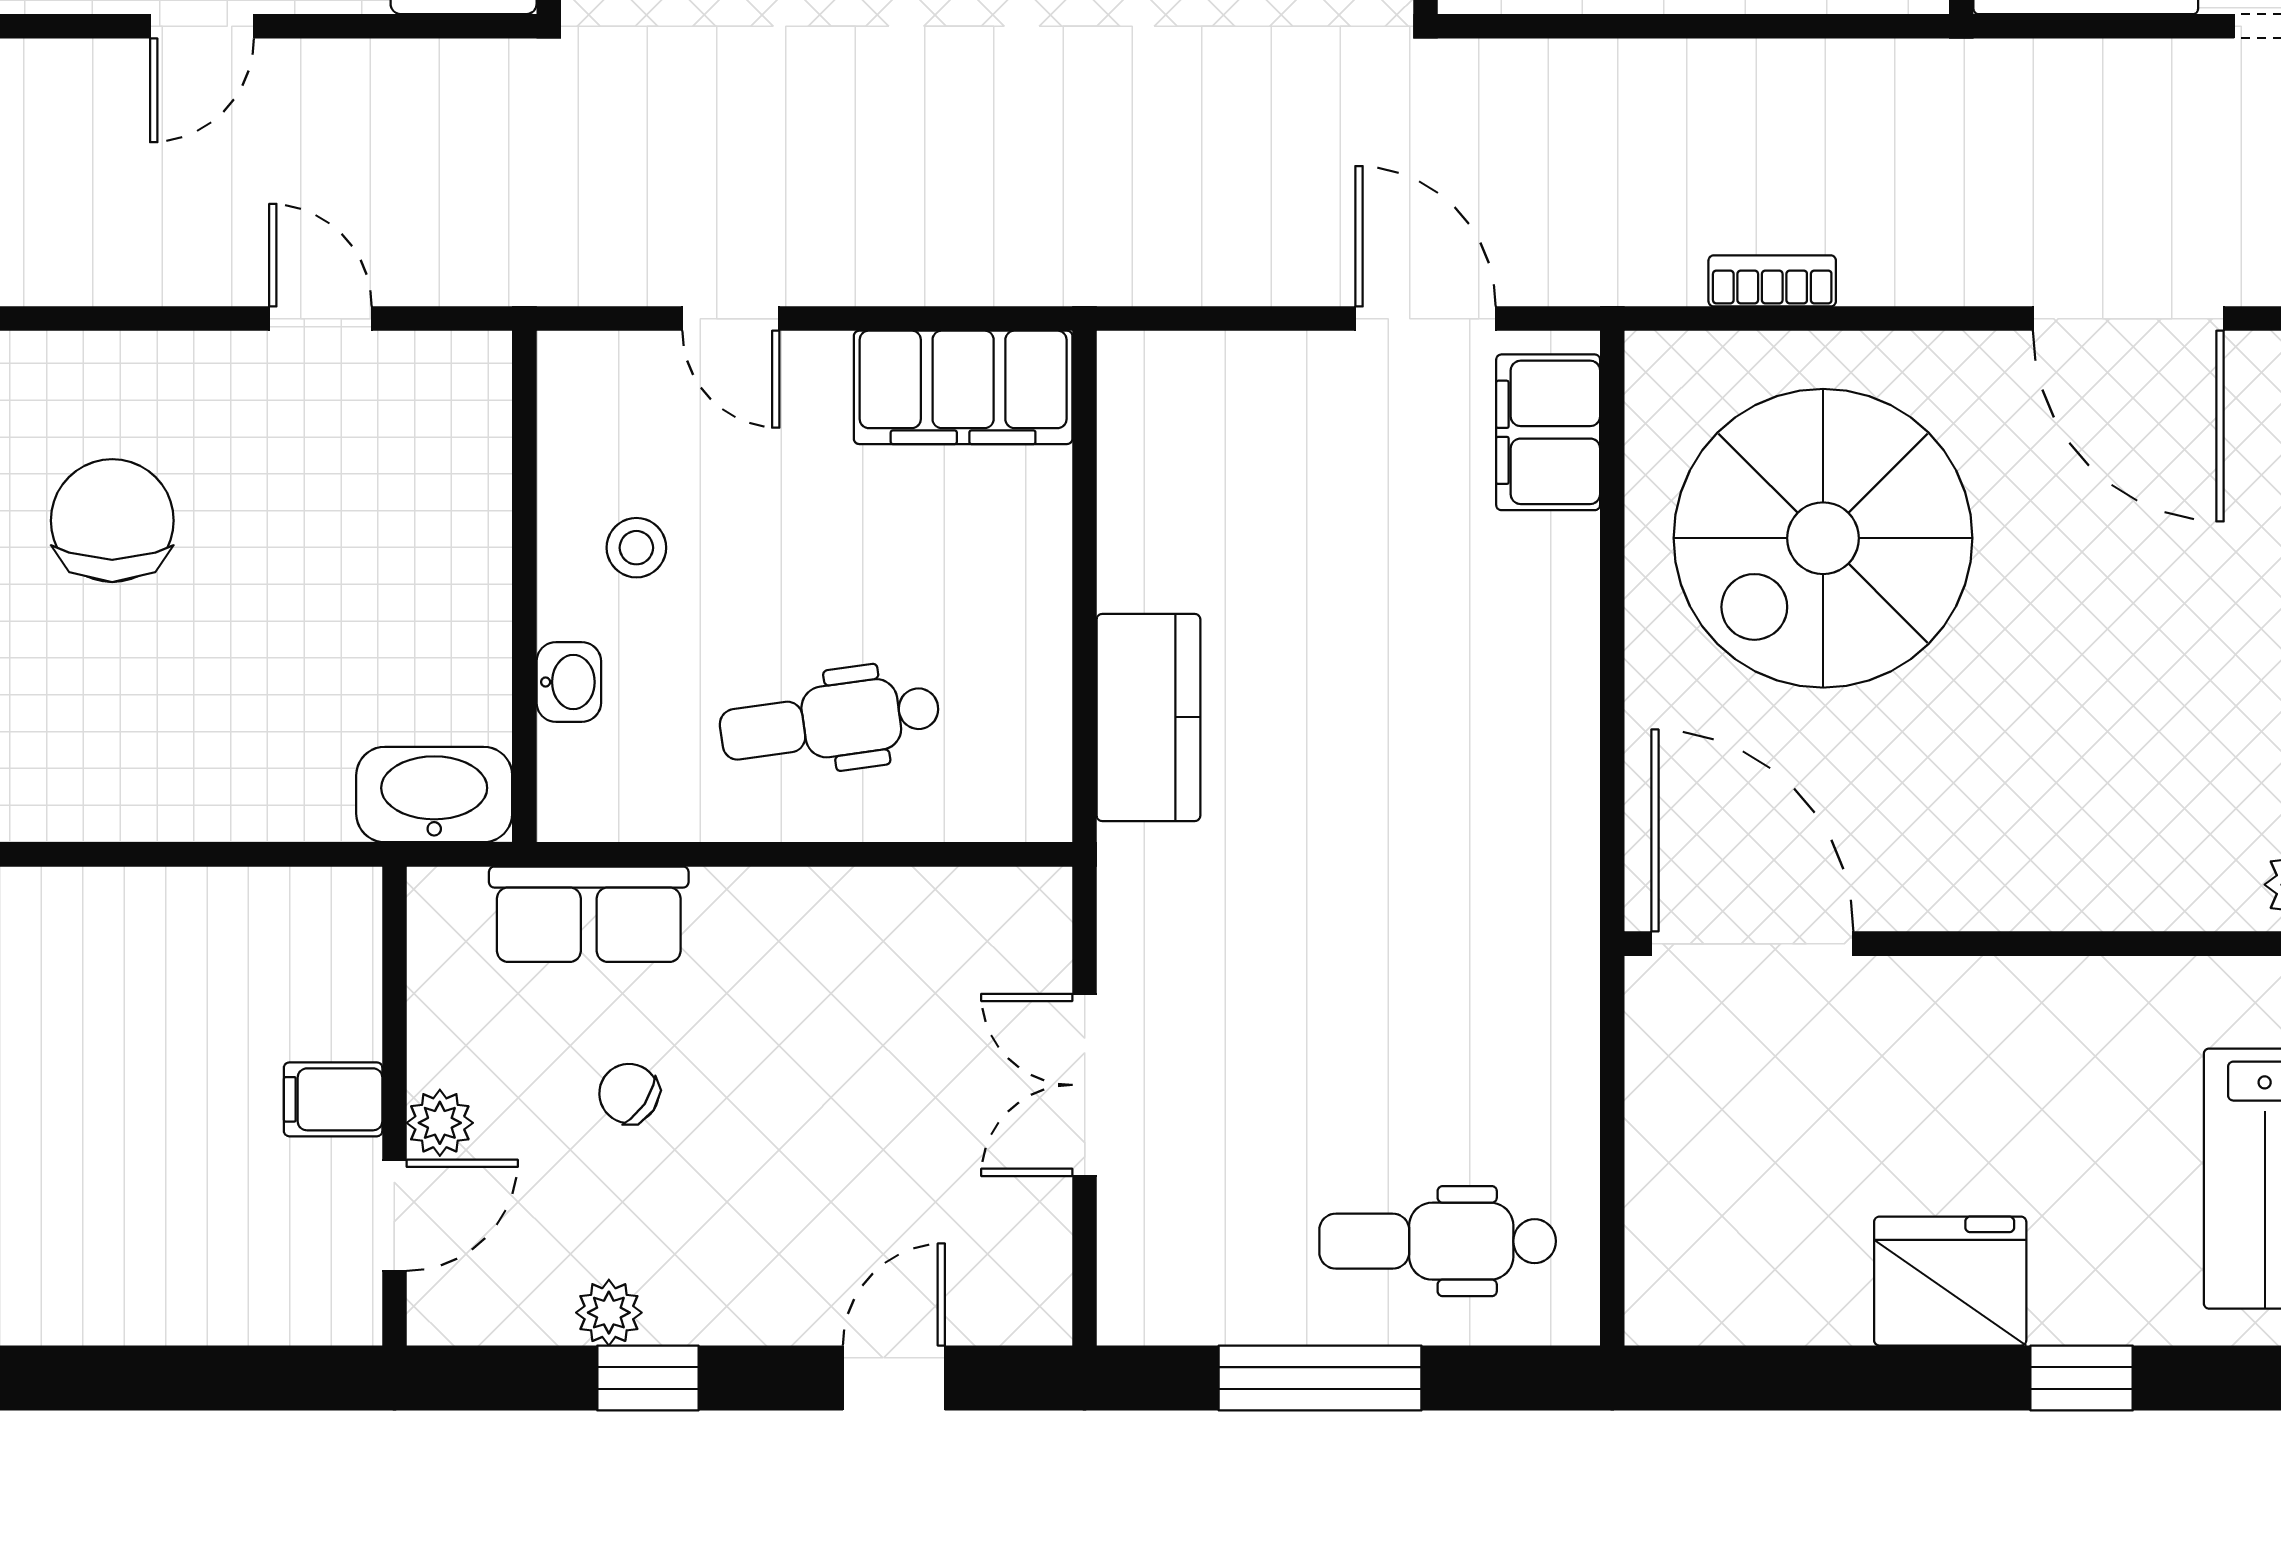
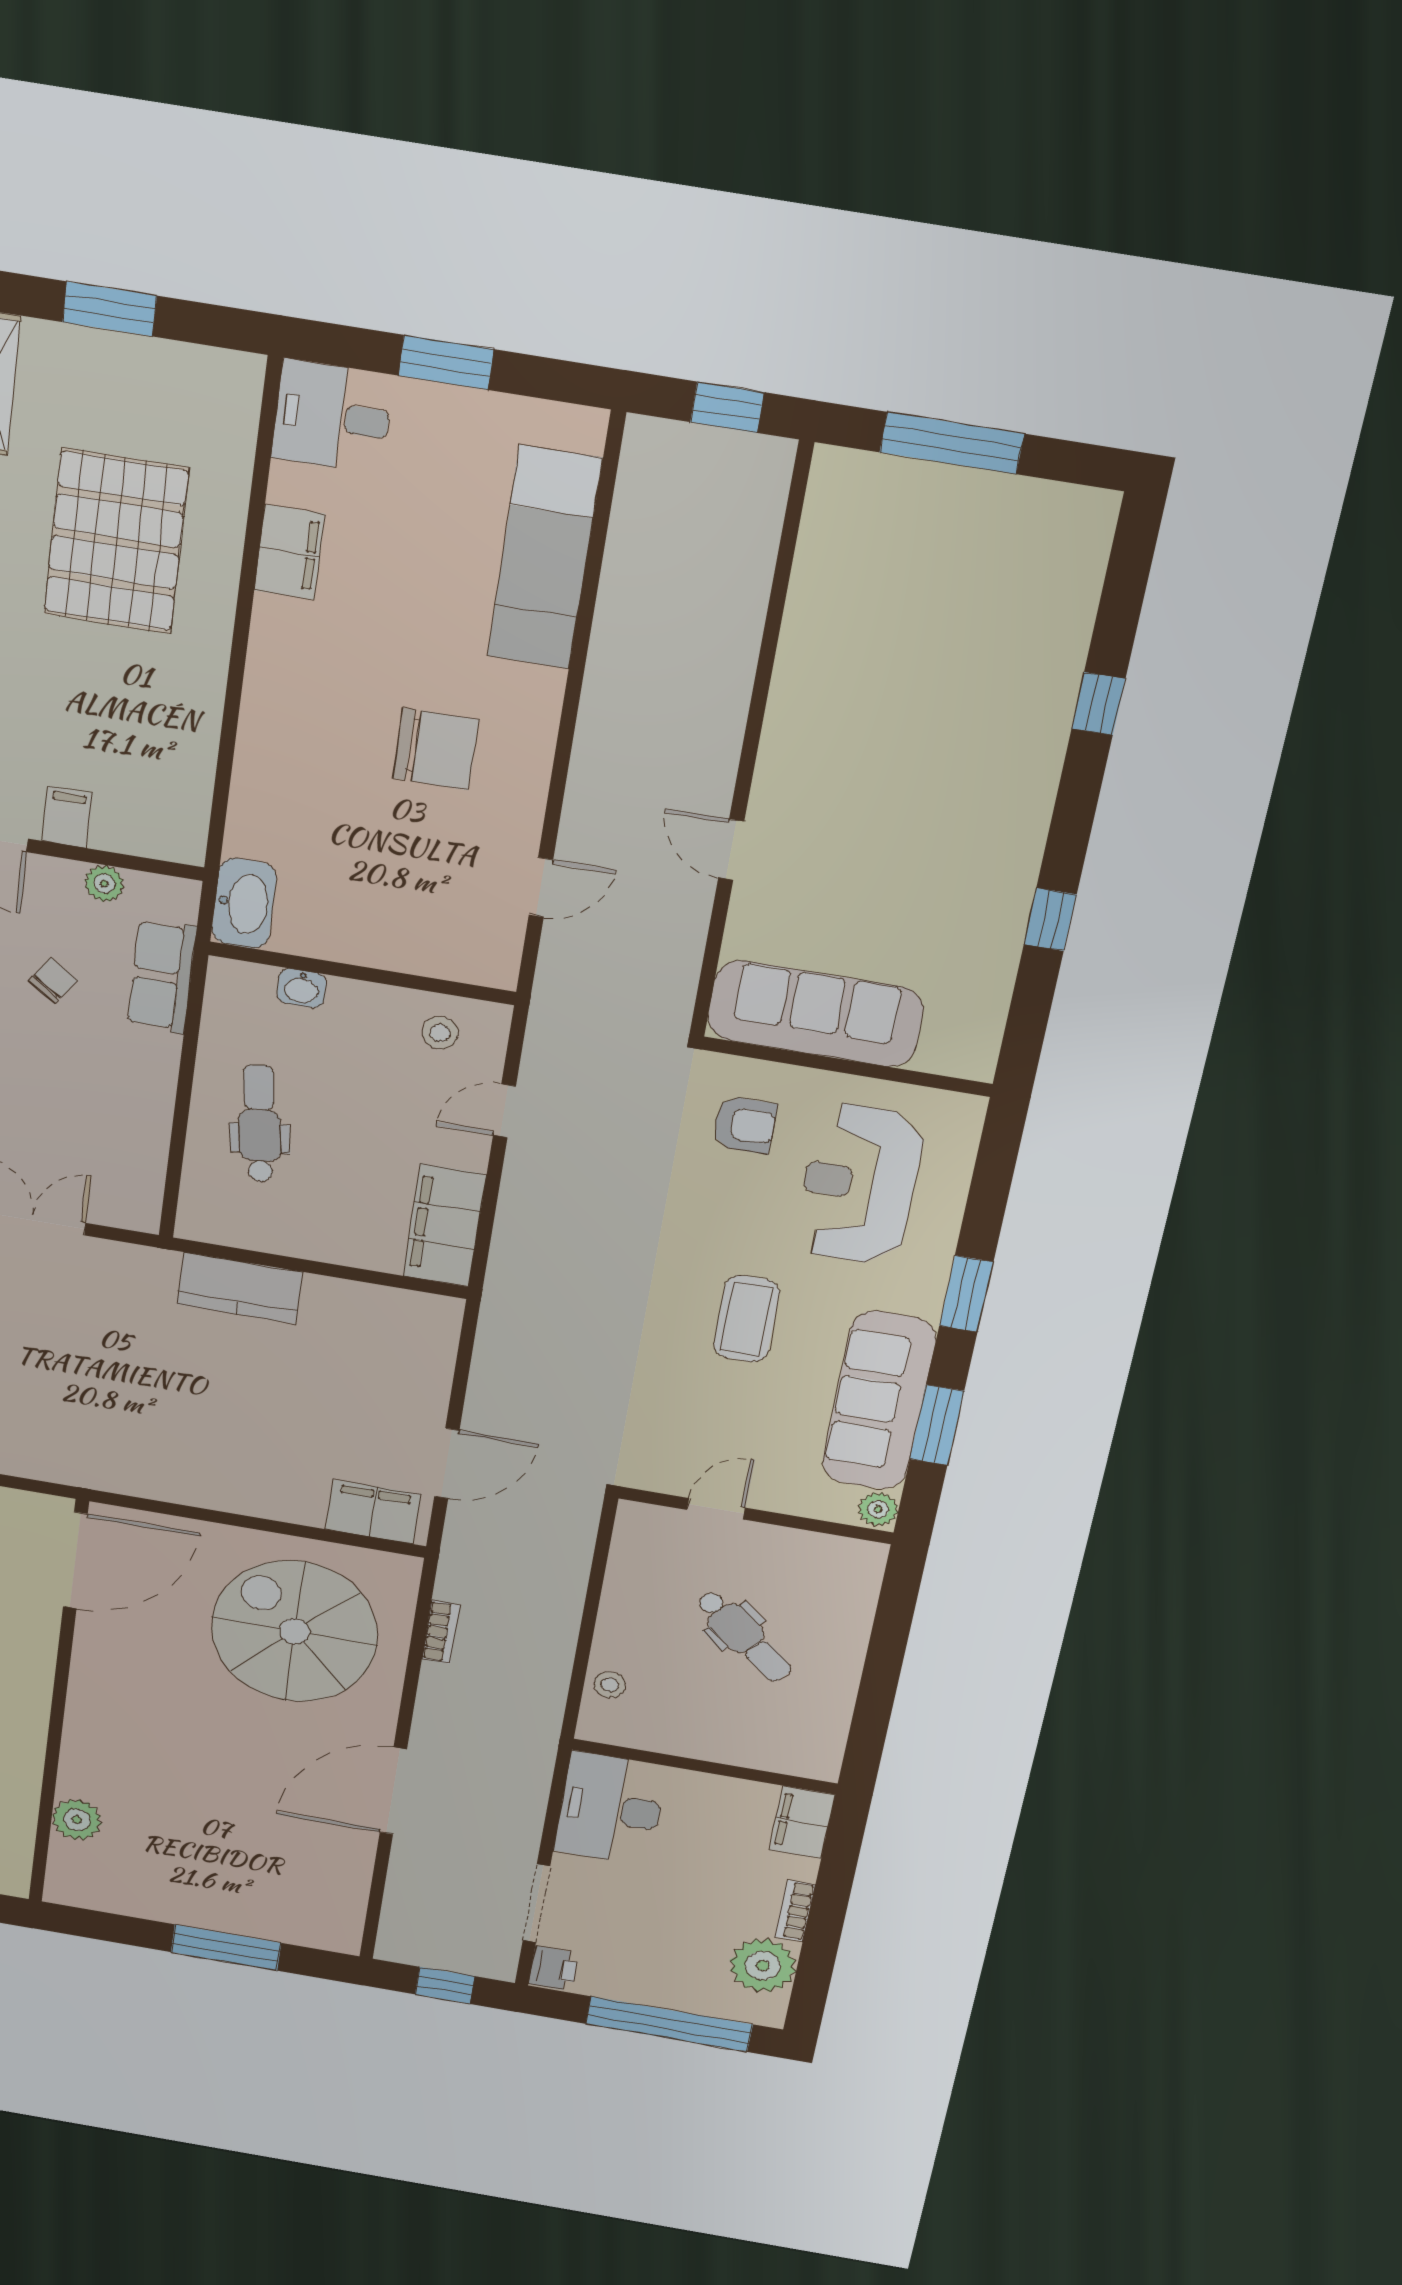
stool: (636, 548) -> (440, 1033), moved
plant: (440, 1123) -> (104, 884), moved

